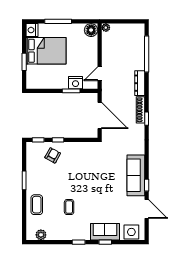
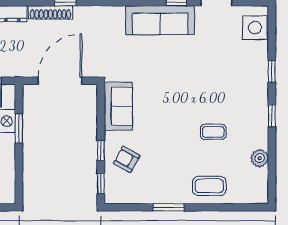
sofa: (105, 232) -> (118, 106), moved, turned 180
plant: (41, 235) -> (260, 158), moved

